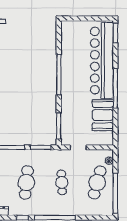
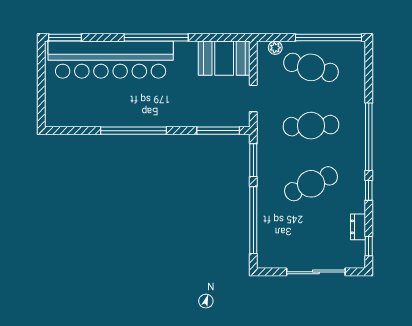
booth: (103, 115) -> (224, 58), moved
cafe table: (26, 182) -> (311, 184), turned -30
cafe table: (62, 182) -> (311, 126), width x1.37, depth x1.35

